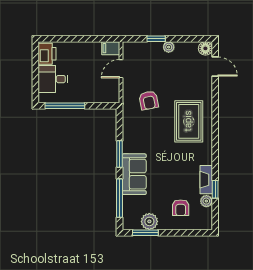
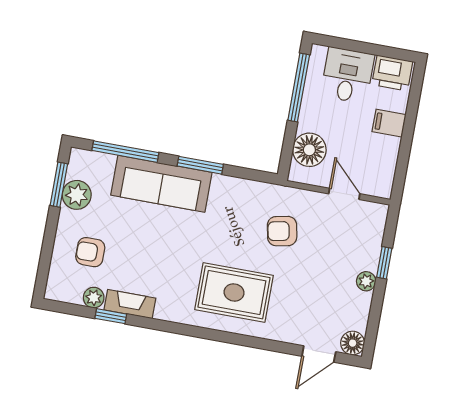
filing cabinet: (111, 48) -> (389, 123), moved, turned -90
floor lamp: (99, 93) -> (309, 150), added
sofa: (134, 174) -> (161, 184), width x1.36

